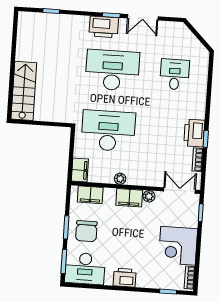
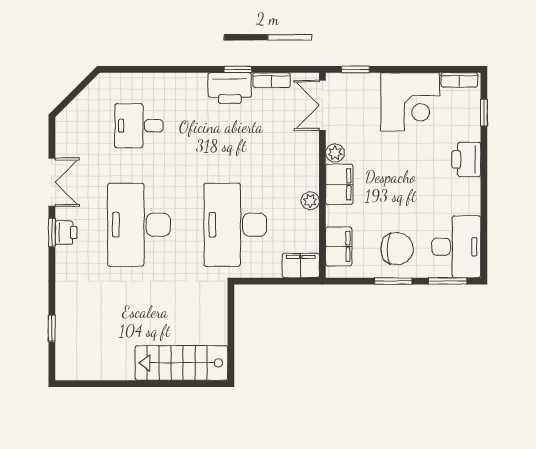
printer: (104, 27) -> (66, 233), width x0.53, depth x0.68
printer: (125, 278) -> (466, 159), moved

